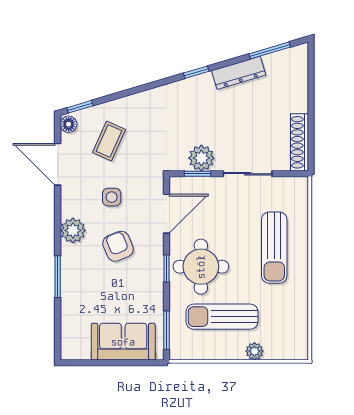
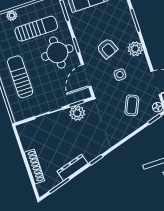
shoe rack: (299, 142) -> (34, 167), moved

